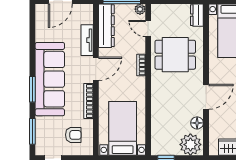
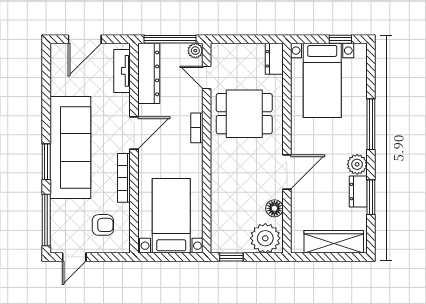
tv unit: (87, 40) -> (122, 71), moved
window: (32, 131) -> (46, 220), width x1.44

